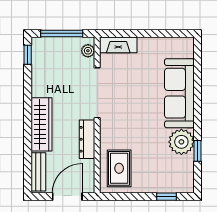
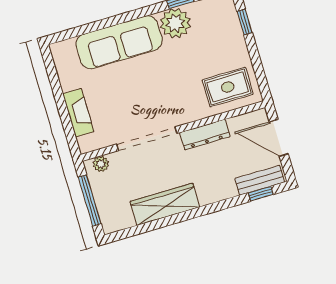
fireplace: (118, 45) -> (78, 113), moved
window: (28, 55) -> (261, 194), moved
wardrobe: (41, 124) -> (165, 204), moved

